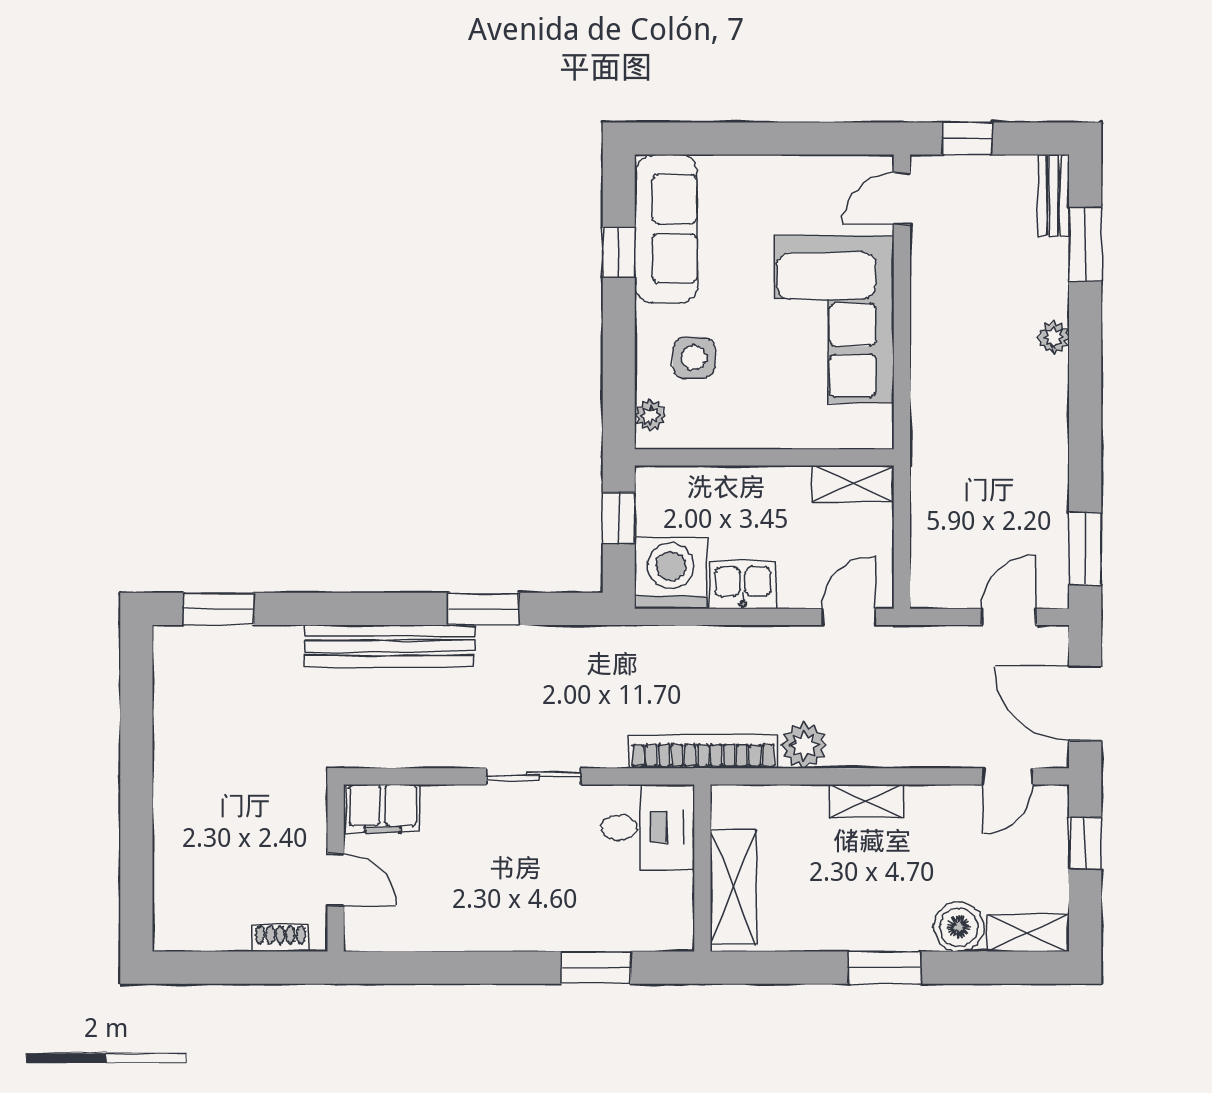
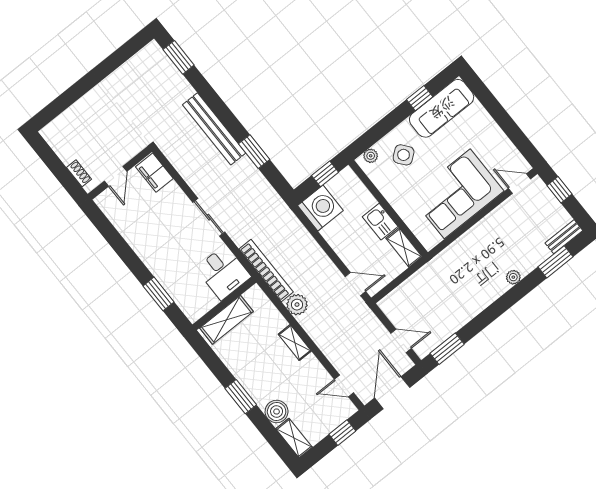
side table: (694, 358) -> (404, 155), turned -38
kitchen sink: (743, 585) -> (380, 222), moved, turned 180

